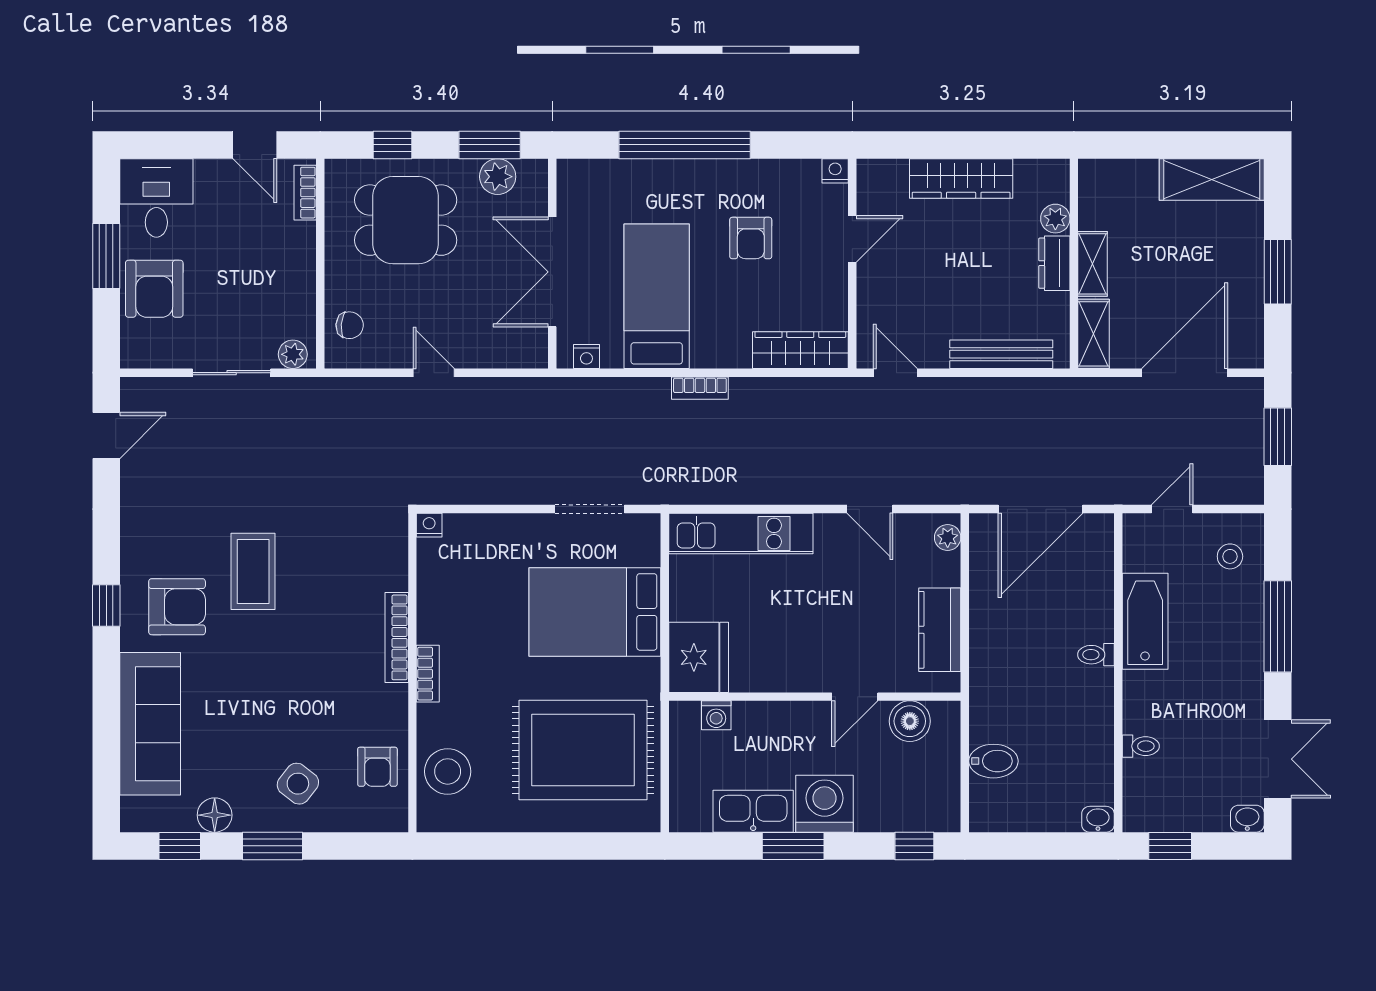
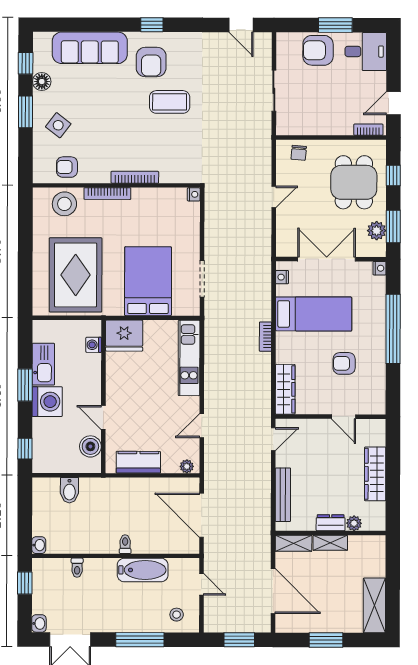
nightstand: (835, 171) -> (380, 268), moved
plant: (293, 354) -> (284, 123), removed
bookcase: (428, 674) -> (107, 194), width x1.56

